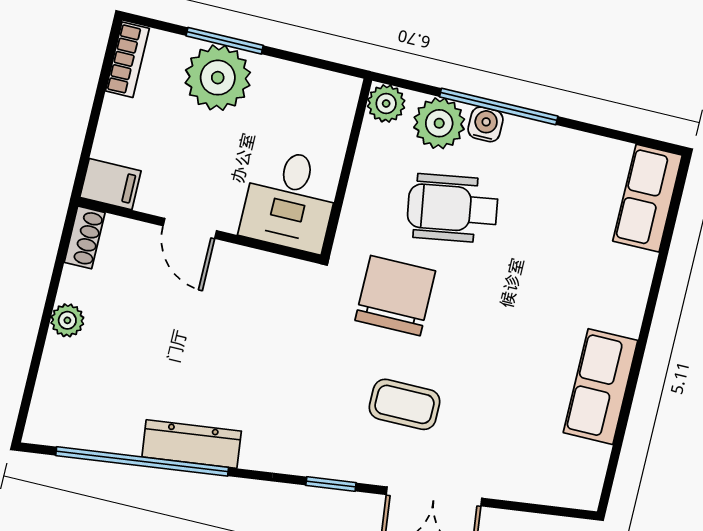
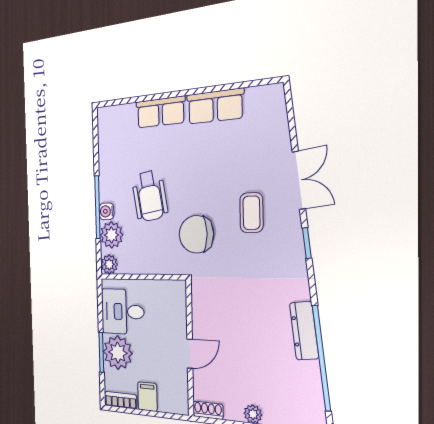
filing cabinet: (110, 184) -> (147, 397), moved
row of seats: (648, 198) -> (161, 112), moved
desk: (290, 200) -> (123, 312), moved, turned 180
wheelchair: (452, 208) -> (150, 196), moved

